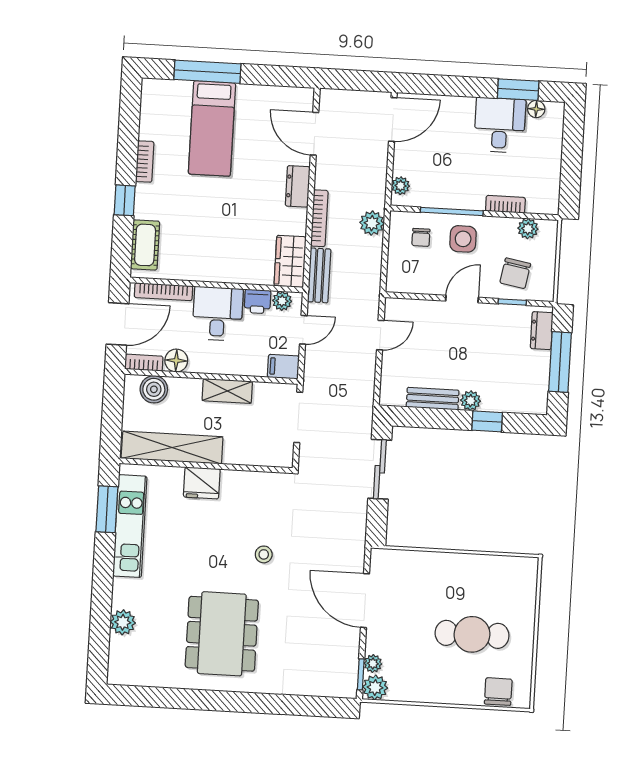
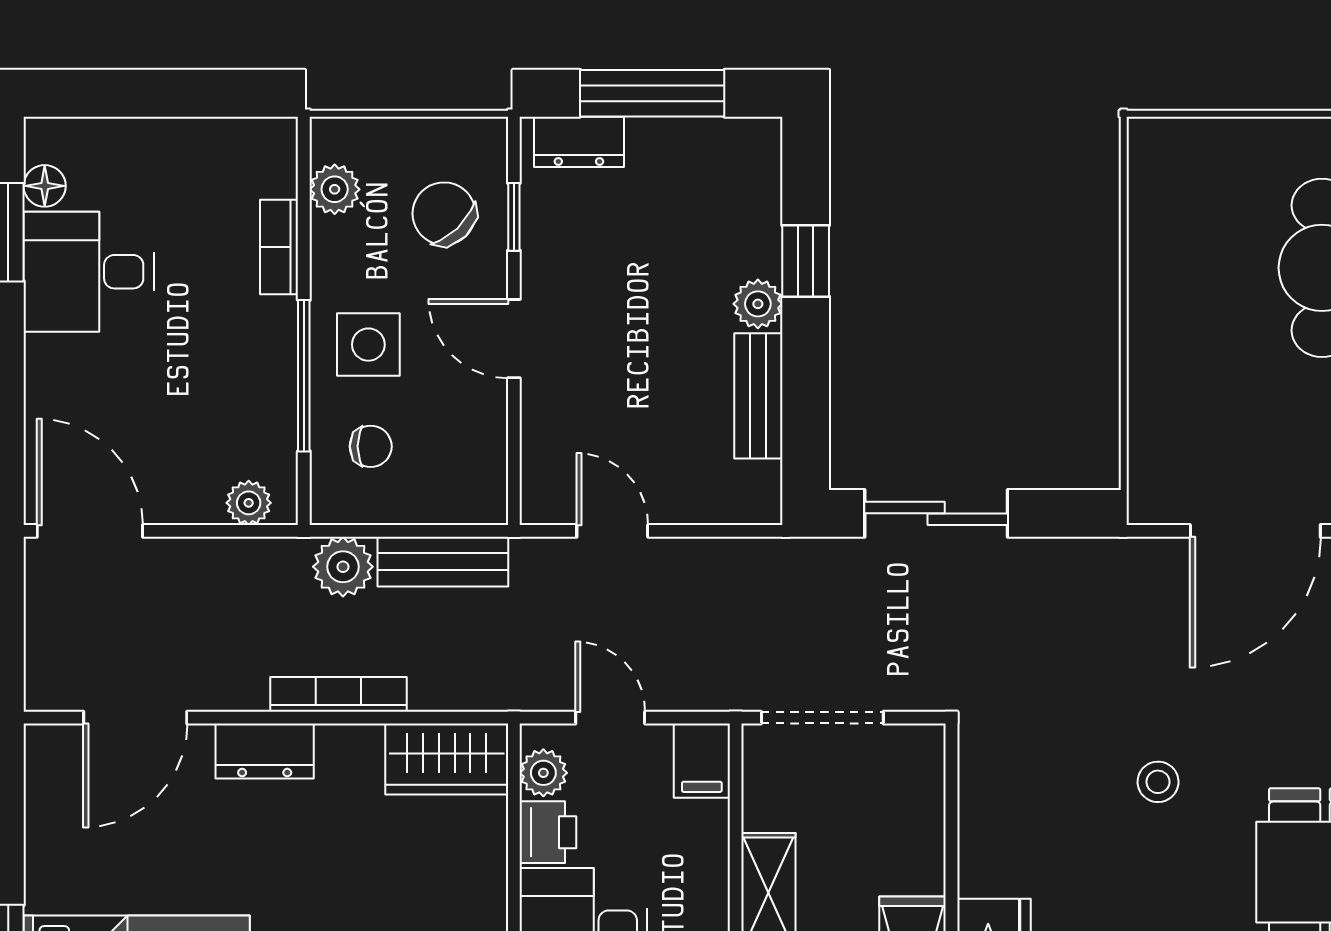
chair: (515, 273) -> (444, 214), turned -144
bench: (319, 275) -> (443, 562), moved

